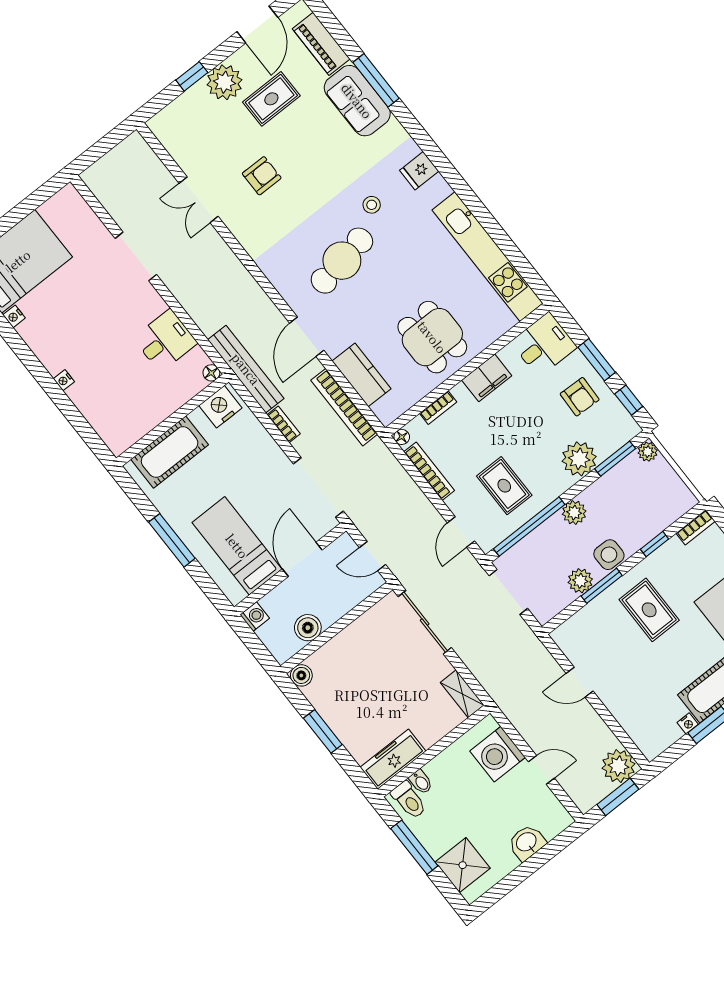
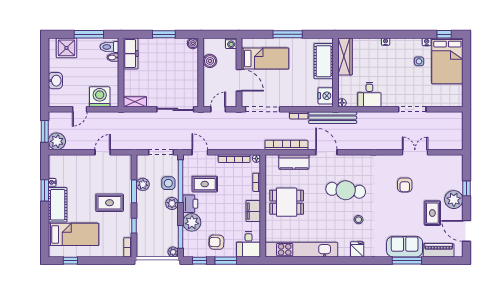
cafe table: (342, 261) -> (346, 190), turned -74
side table: (53, 304) -> (419, 61), added
wardrobe: (136, 425) -> (345, 56), added
printer: (552, 484) -> (190, 204), added
side table: (609, 555) -> (168, 183), moved

